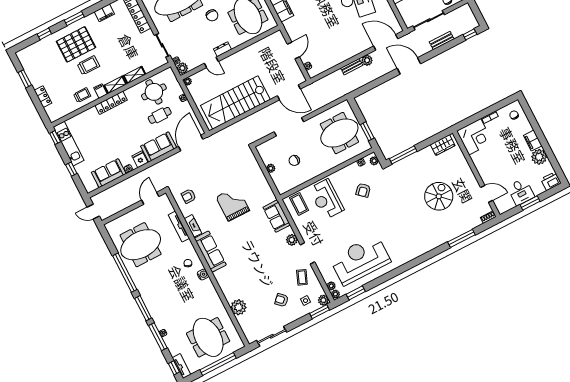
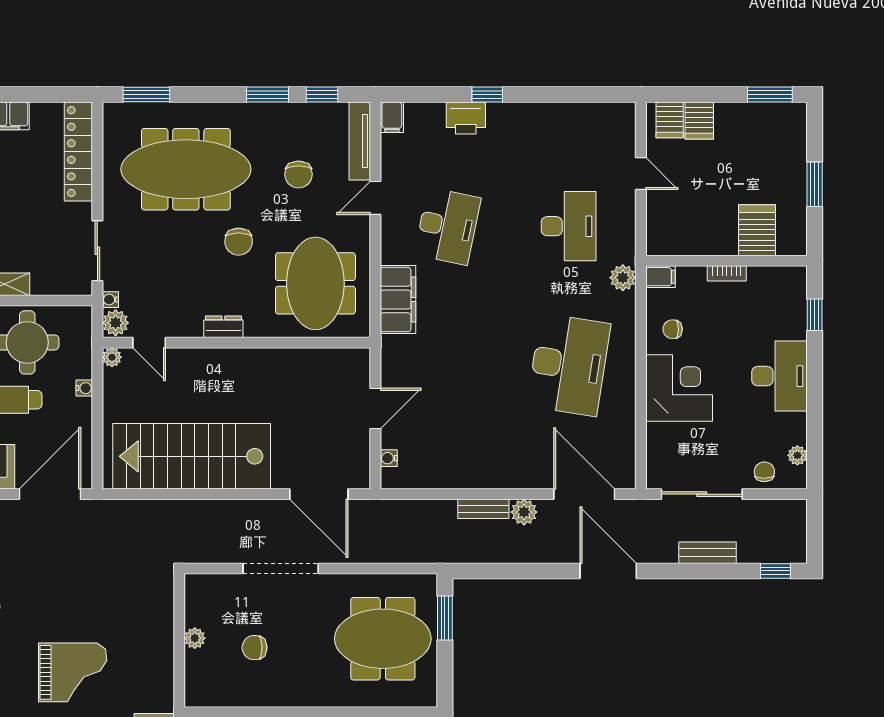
door: (211, 62) -> (149, 343), moved
window: (367, 131) -> (445, 618), moved
grand piano: (233, 204) -> (73, 672), turned 90

